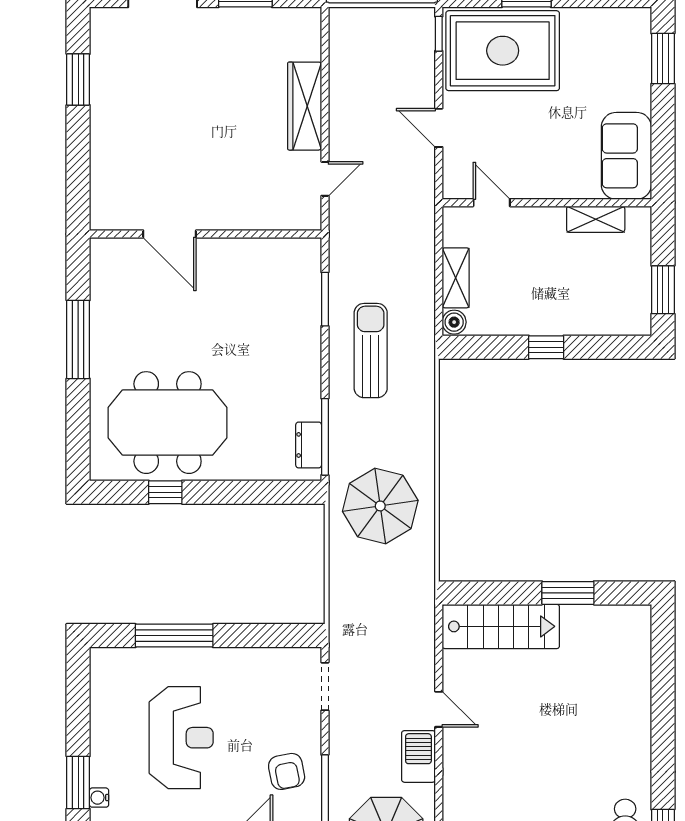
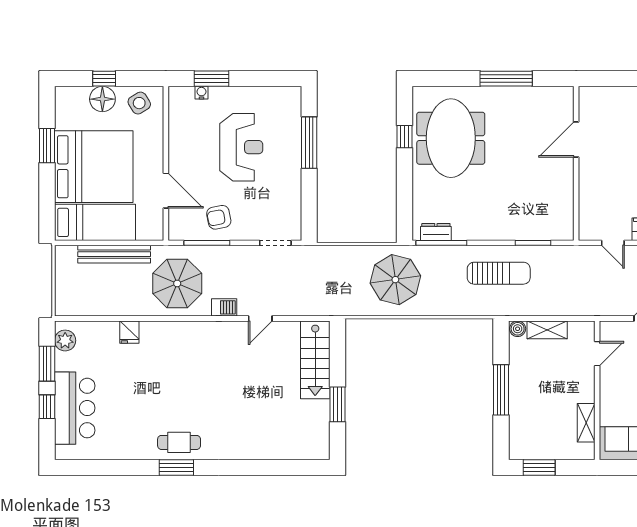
window: (546, 347) -> (501, 390), width x2.17
reception desk: (181, 738) -> (241, 147), turned -90
barbecue: (418, 756) -> (224, 307), width x0.73, depth x0.79

